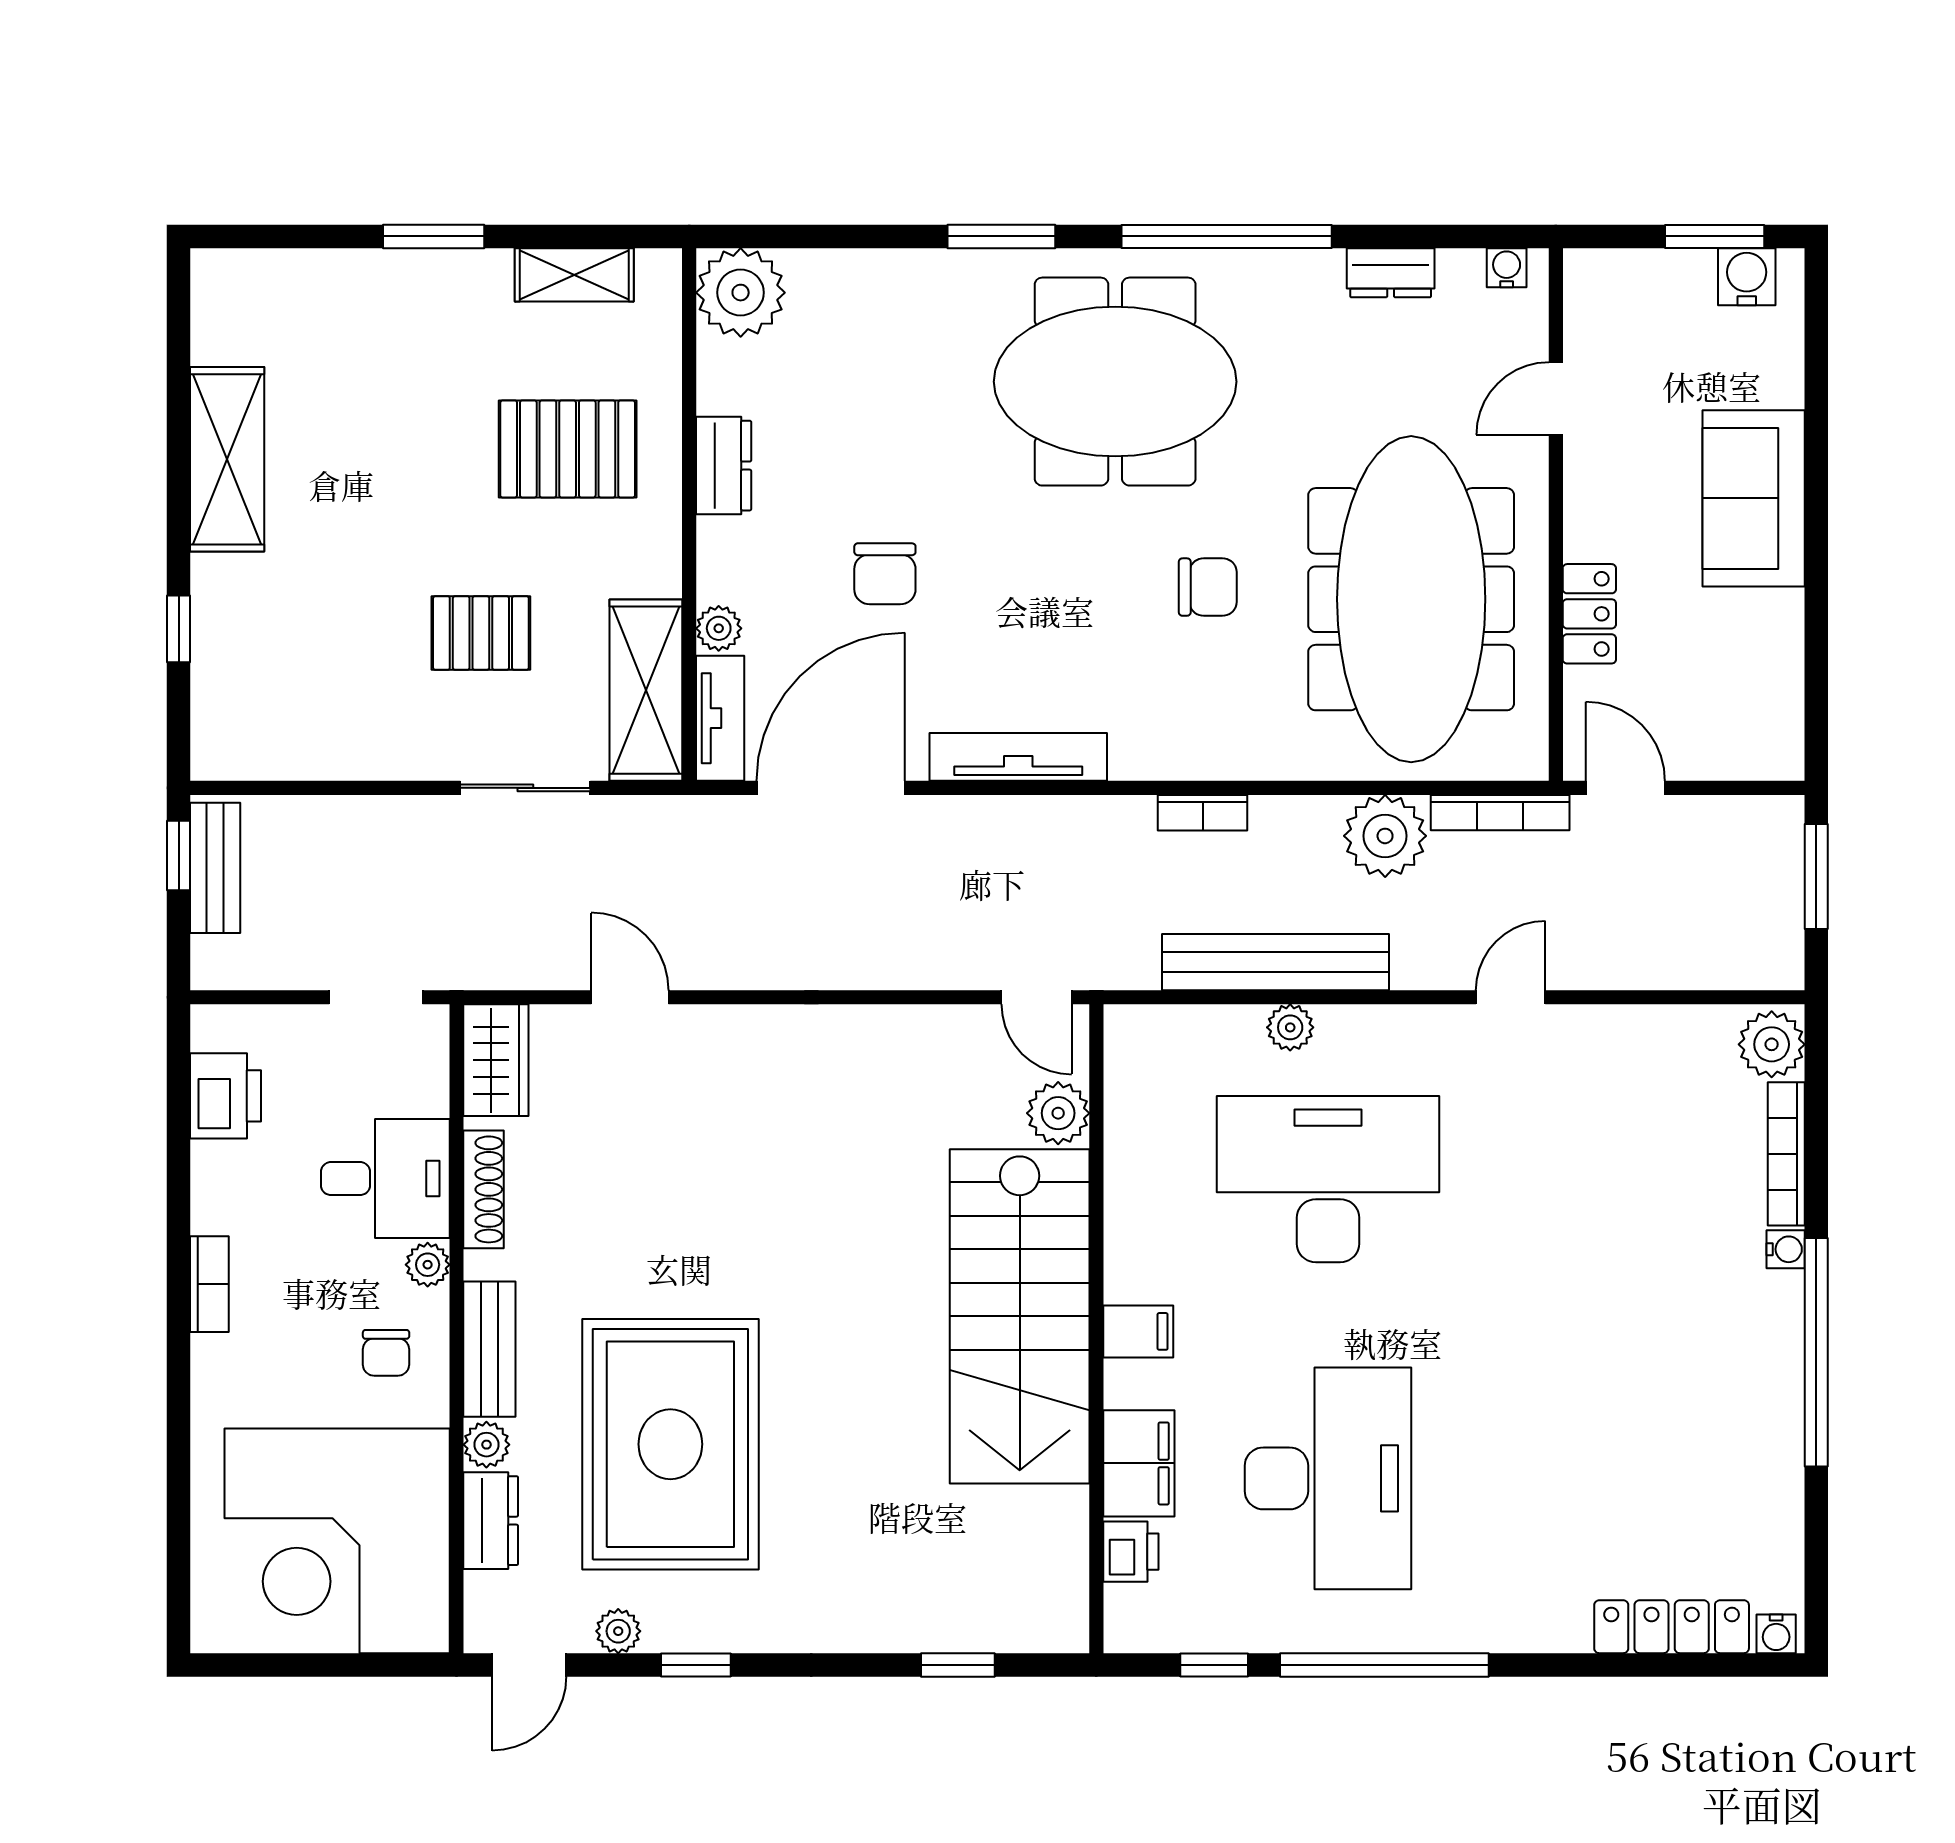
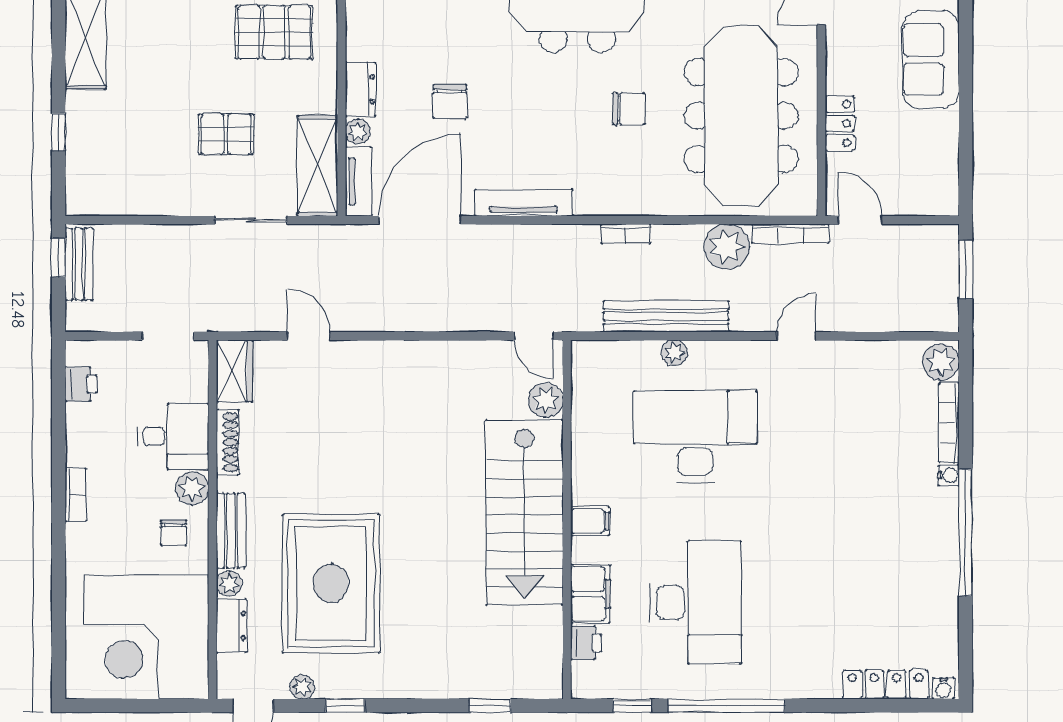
dresser: (724, 466) -> (361, 89), moved
printer: (226, 1096) -> (81, 384), width x0.73, depth x0.81
plant: (428, 1265) -> (192, 489), width x1.38, depth x1.38

